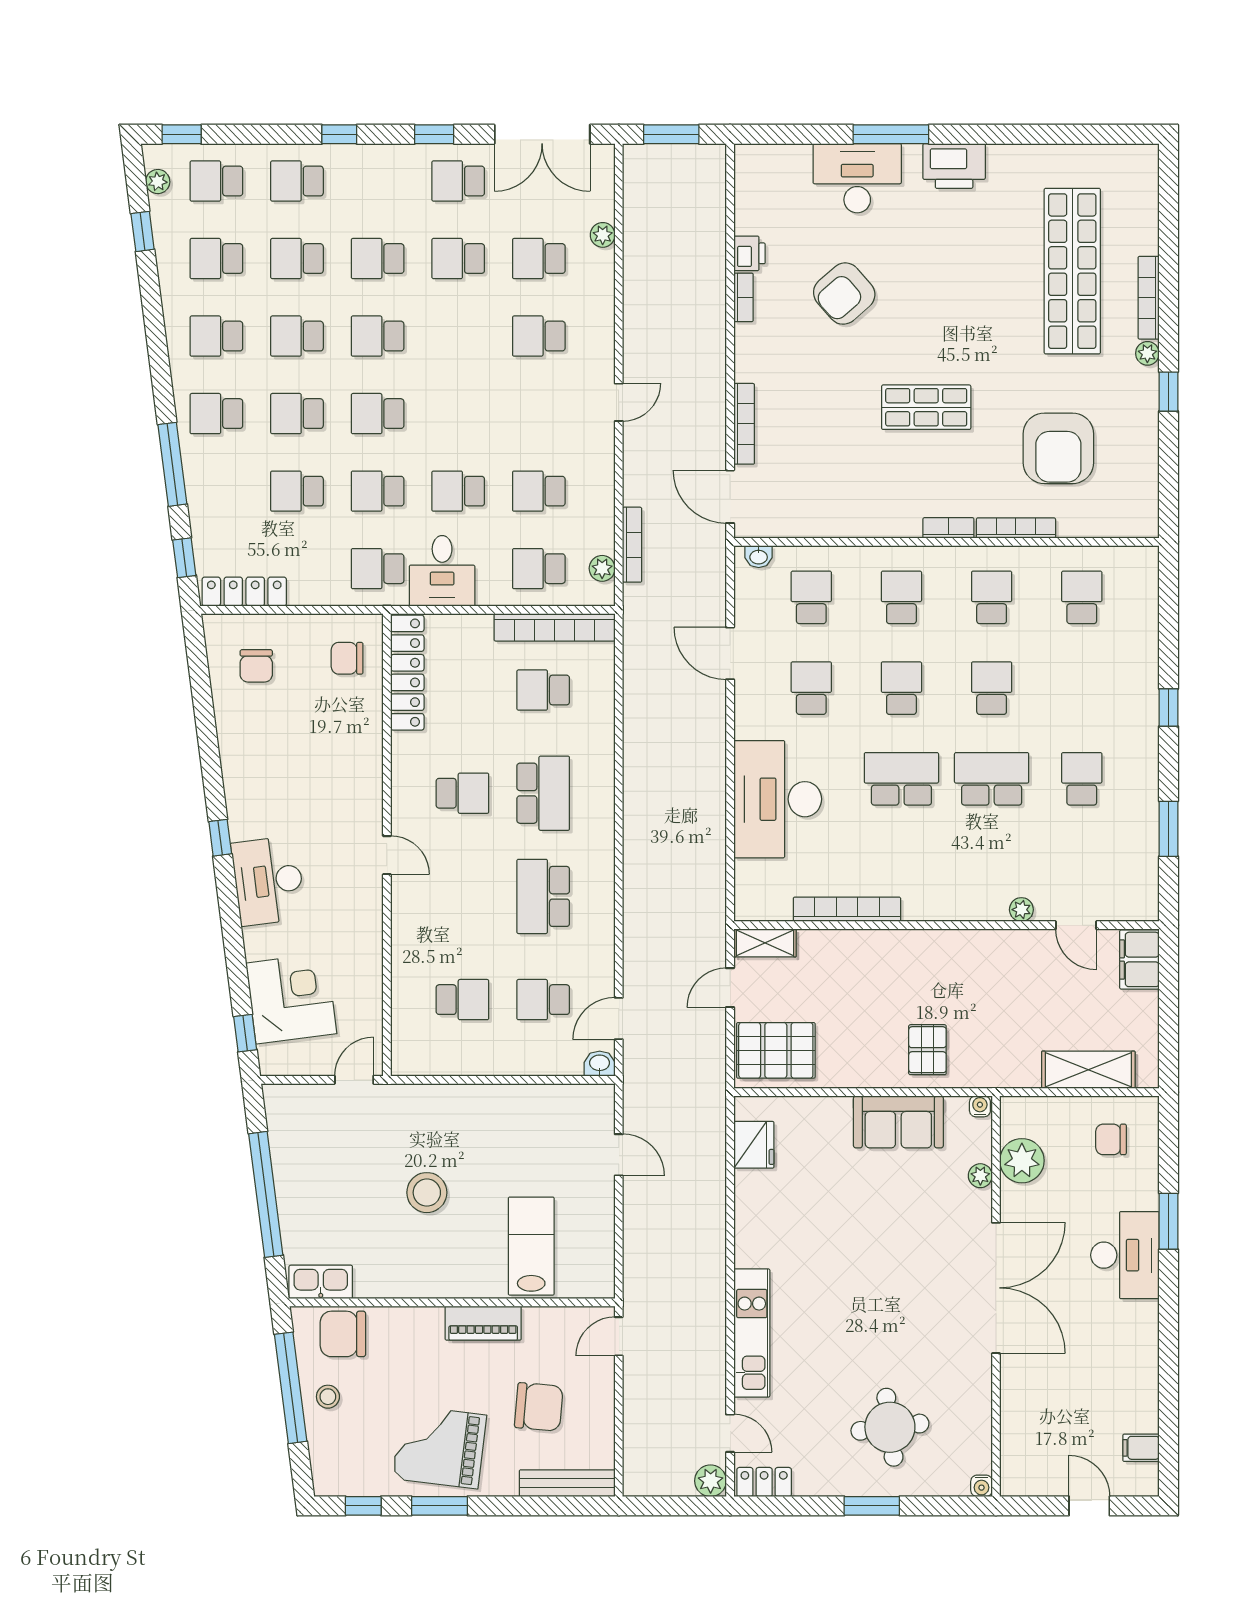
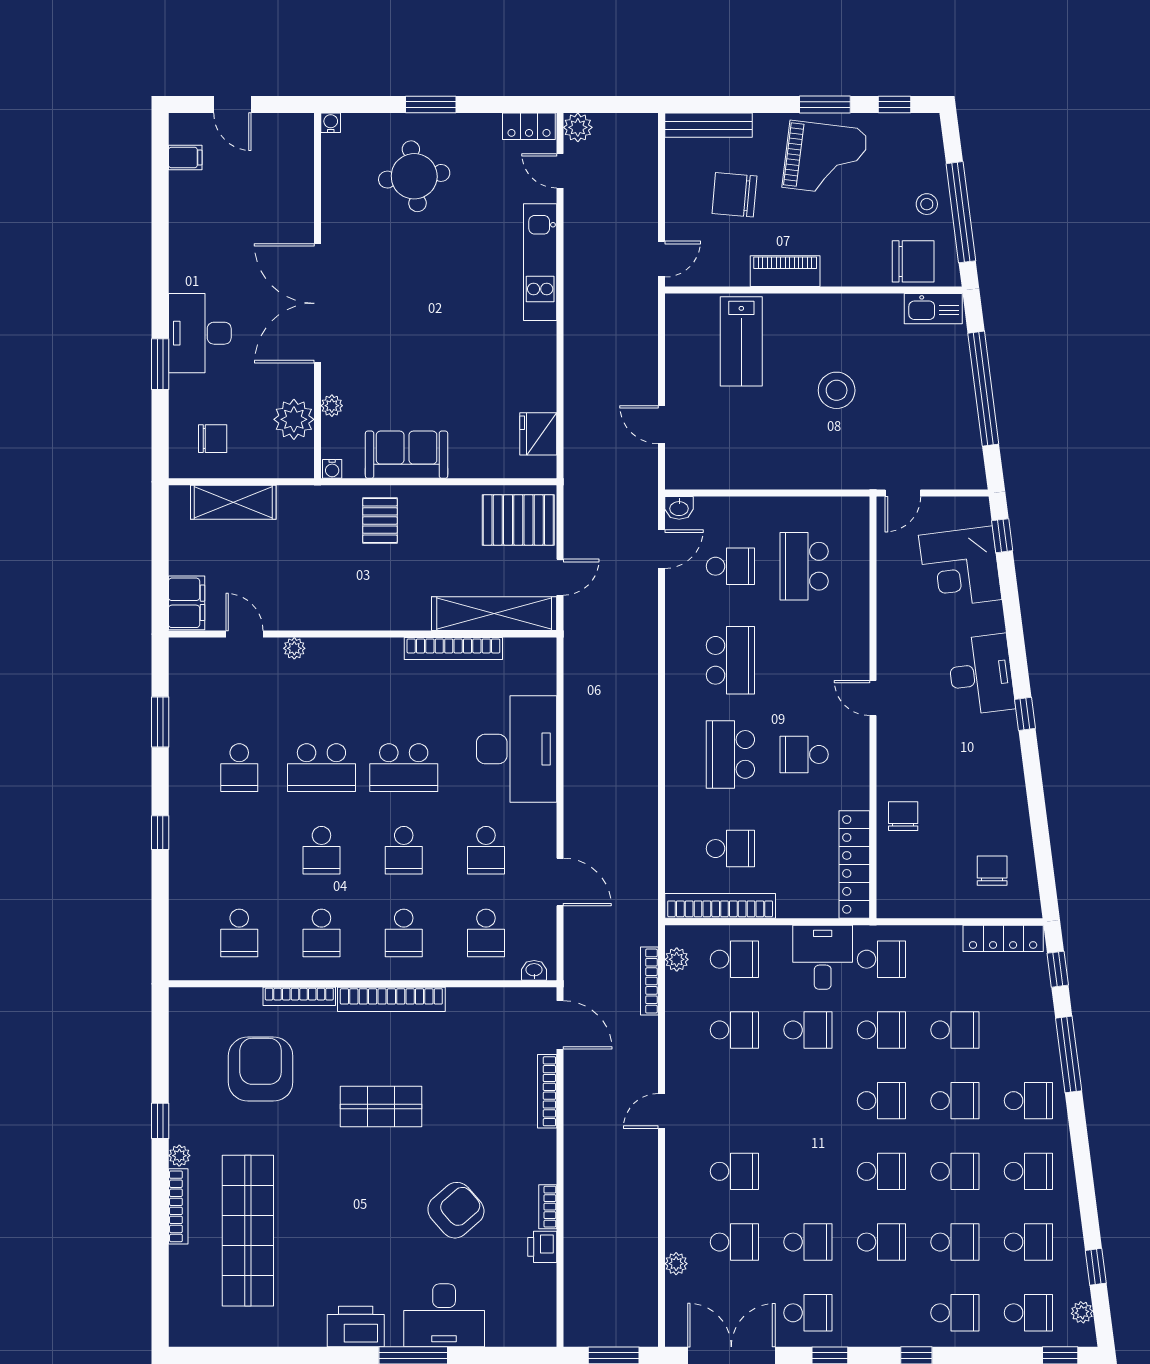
bookcase: (948, 528) -> (391, 999), width x2.31, depth x1.31
chair: (347, 658) -> (903, 816), moved, turned -90
shelving: (765, 943) -> (494, 614), width x2.20, depth x1.33
school desk: (462, 1000) -> (804, 566), width x1.85

